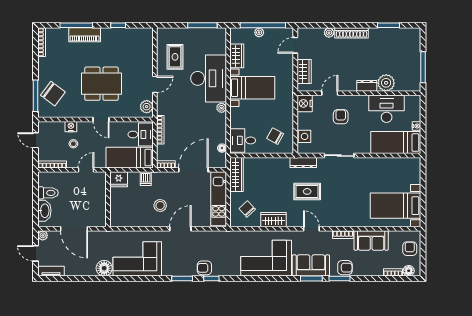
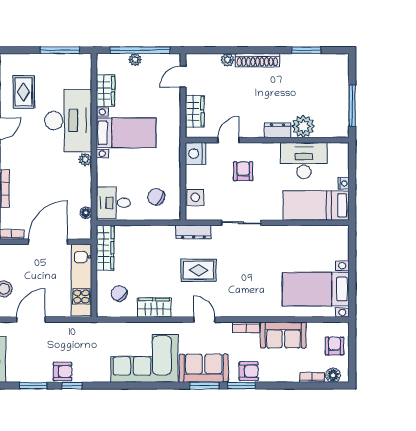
armchair: (204, 268) -> (63, 371), turned 180

